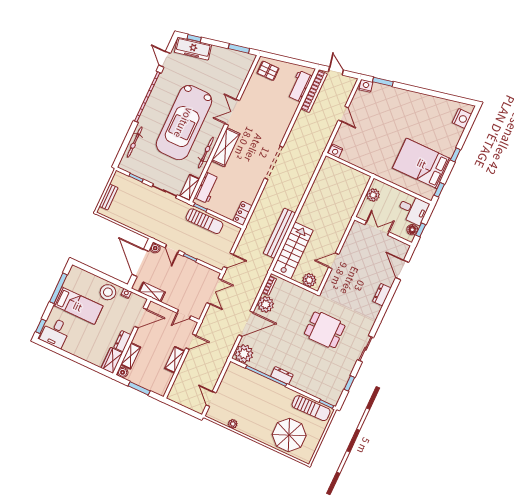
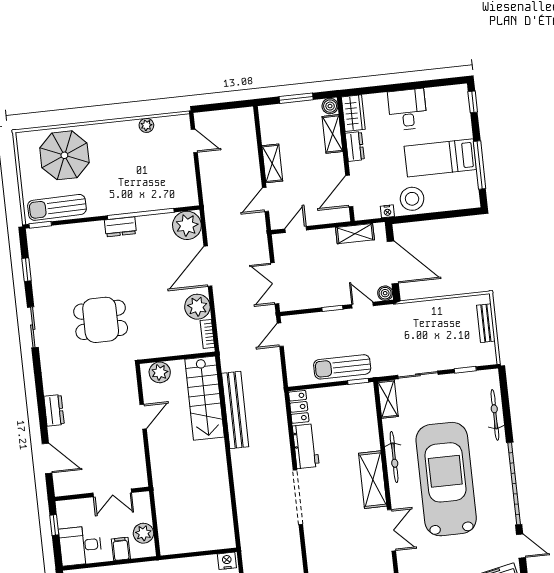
workbench: (207, 188) -> (306, 446), moved, turned 180
filing cabinet: (391, 194) -> (121, 549), added
floor lamp: (412, 230) -> (65, 519), removed
desk: (55, 333) -> (407, 109), moved

